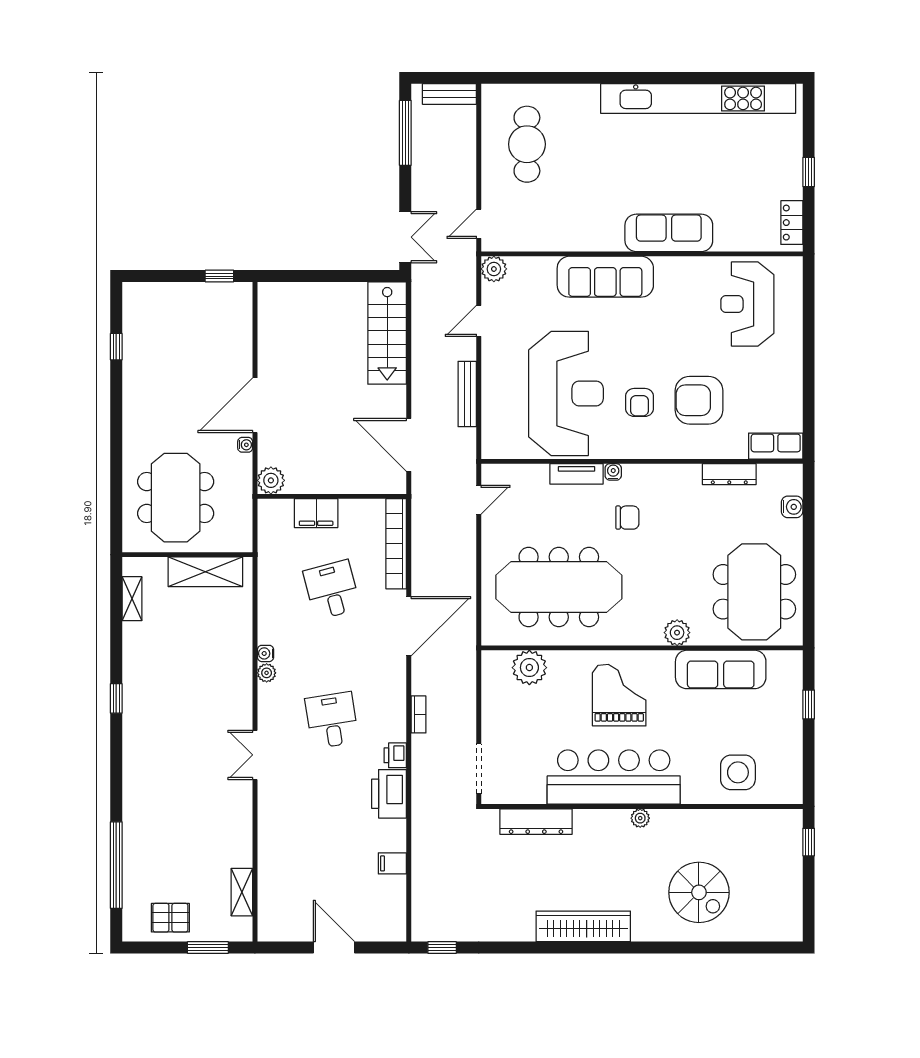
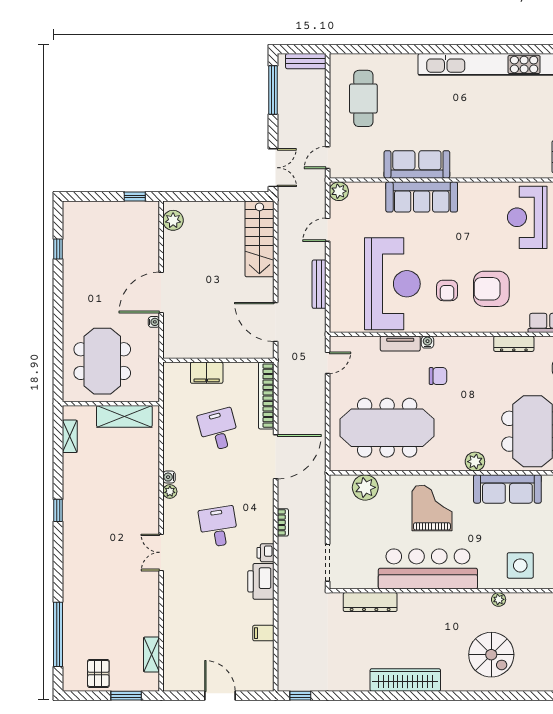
sofa: (669, 233) -> (417, 164), moved
plant: (271, 480) -> (173, 220), moved
plant: (640, 818) -> (499, 599), moved
pallet: (170, 918) -> (98, 673), turned 90

